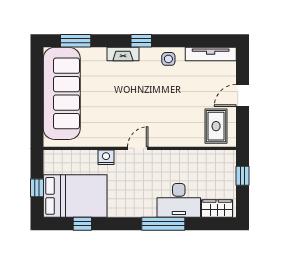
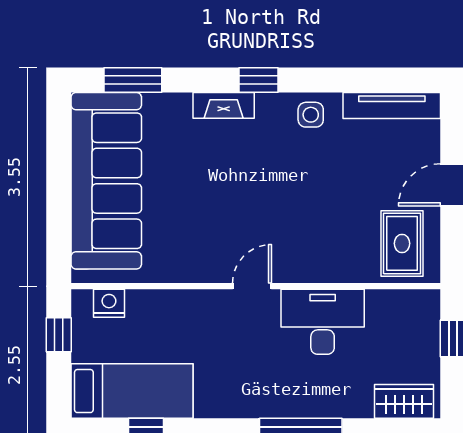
nightstand: (106, 157) -> (109, 303), moved
window: (37, 188) -> (59, 335), moved
bed: (75, 196) -> (132, 391), width x0.67
desk: (179, 200) -> (323, 322), moved, turned 180

